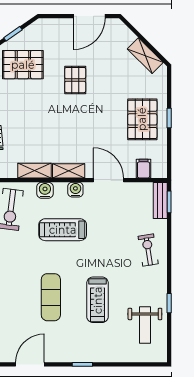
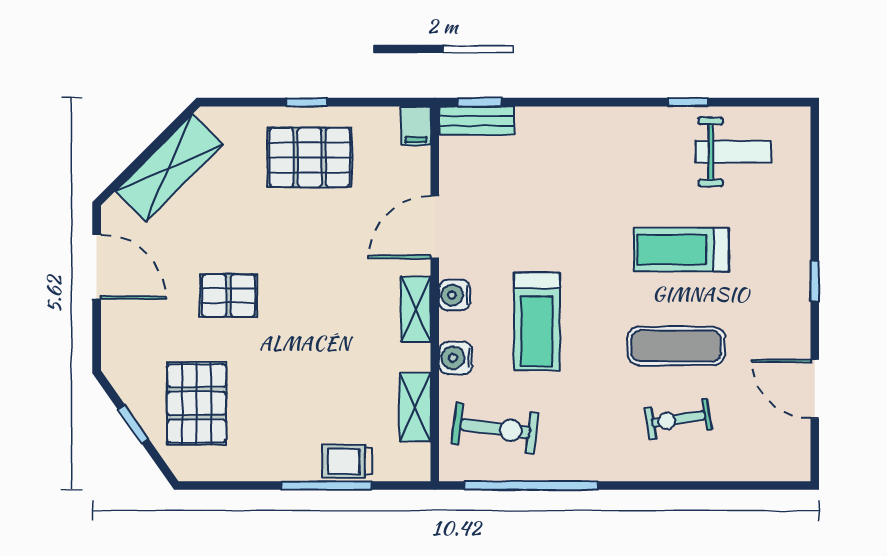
shelving: (145, 56) -> (169, 168), width x1.50, depth x1.33
filing cabinet: (144, 169) -> (416, 126), moved, turned -90
shelving: (35, 171) -> (415, 407), moved
exercise bike: (148, 250) -> (679, 419), moved
treadmill: (98, 300) -> (681, 250), turned 180

